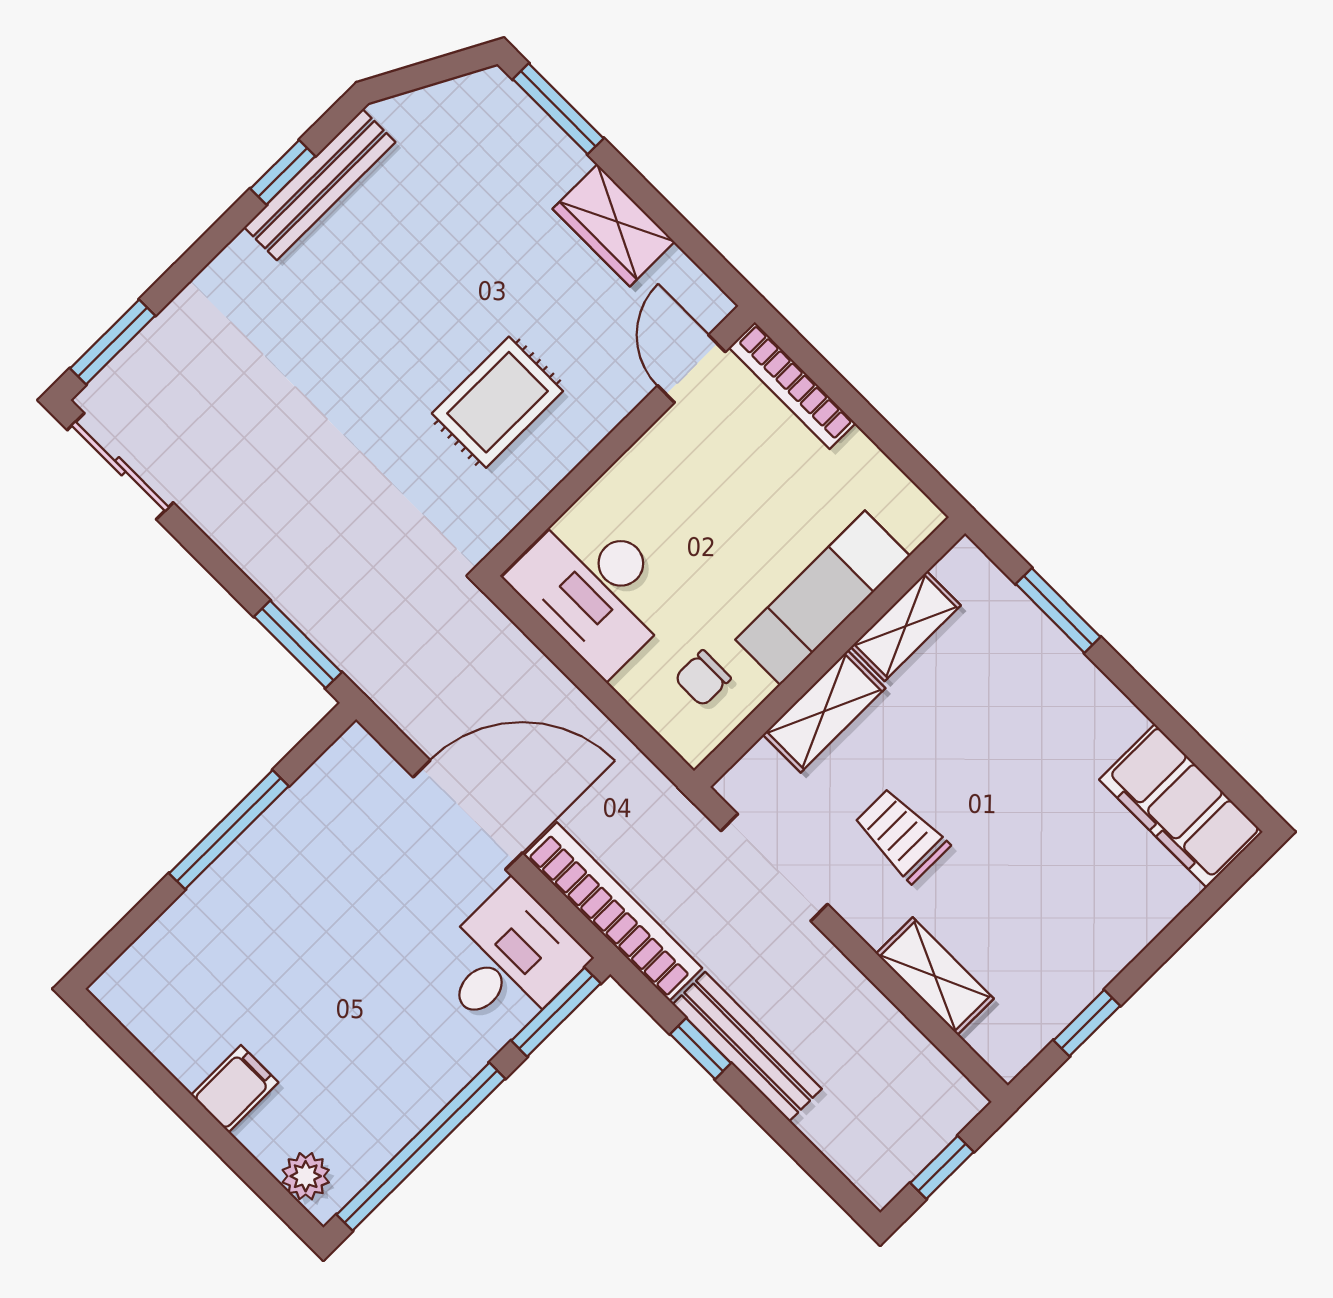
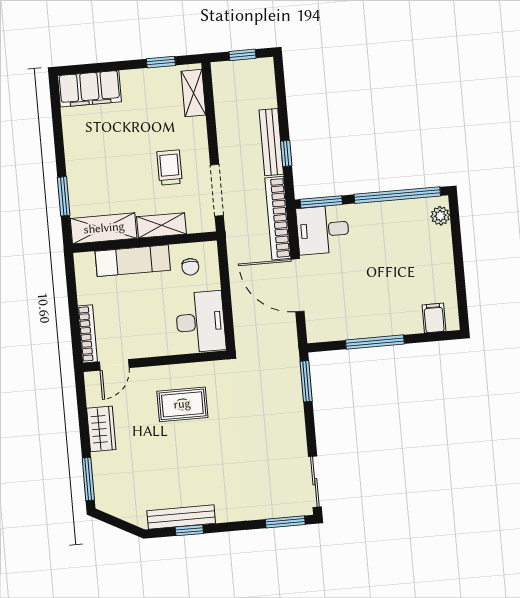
shelving: (906, 626) -> (104, 228), width x1.50, depth x1.33
chair: (703, 678) -> (190, 267), turned 90
filing cabinet: (1181, 806) -> (89, 89), moved, turned 90
trolley: (902, 835) -> (170, 167), turned 180
shelving: (935, 976) -> (194, 93), moved
filing cabinet: (235, 1089) -> (434, 318), moved, turned 90

